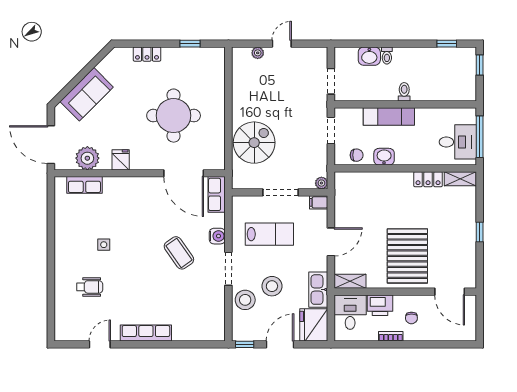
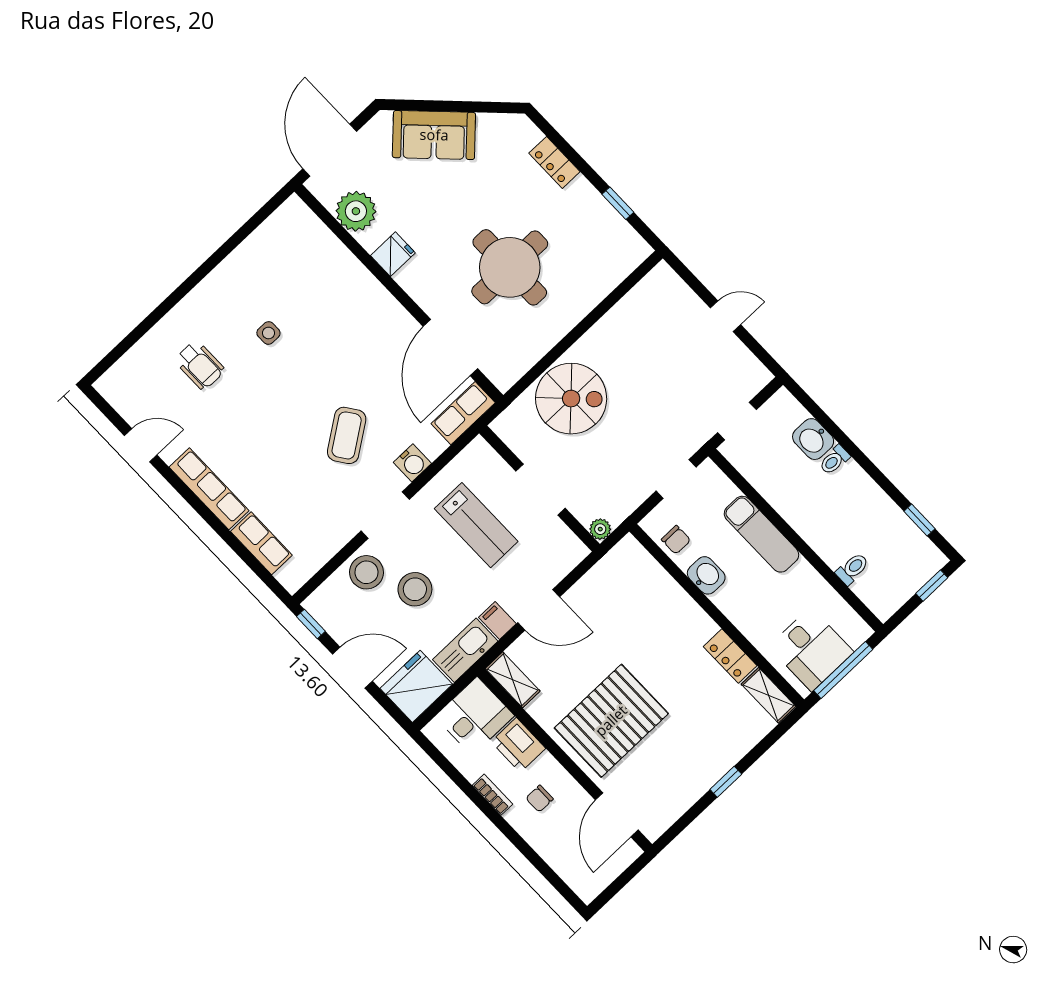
plant: (258, 53) -> (686, 298), removed
toilet: (404, 92) -> (852, 569), moved
row of seats: (84, 185) -> (261, 543), moved, turned 180
filing cabinet: (319, 202) -> (497, 620), moved

